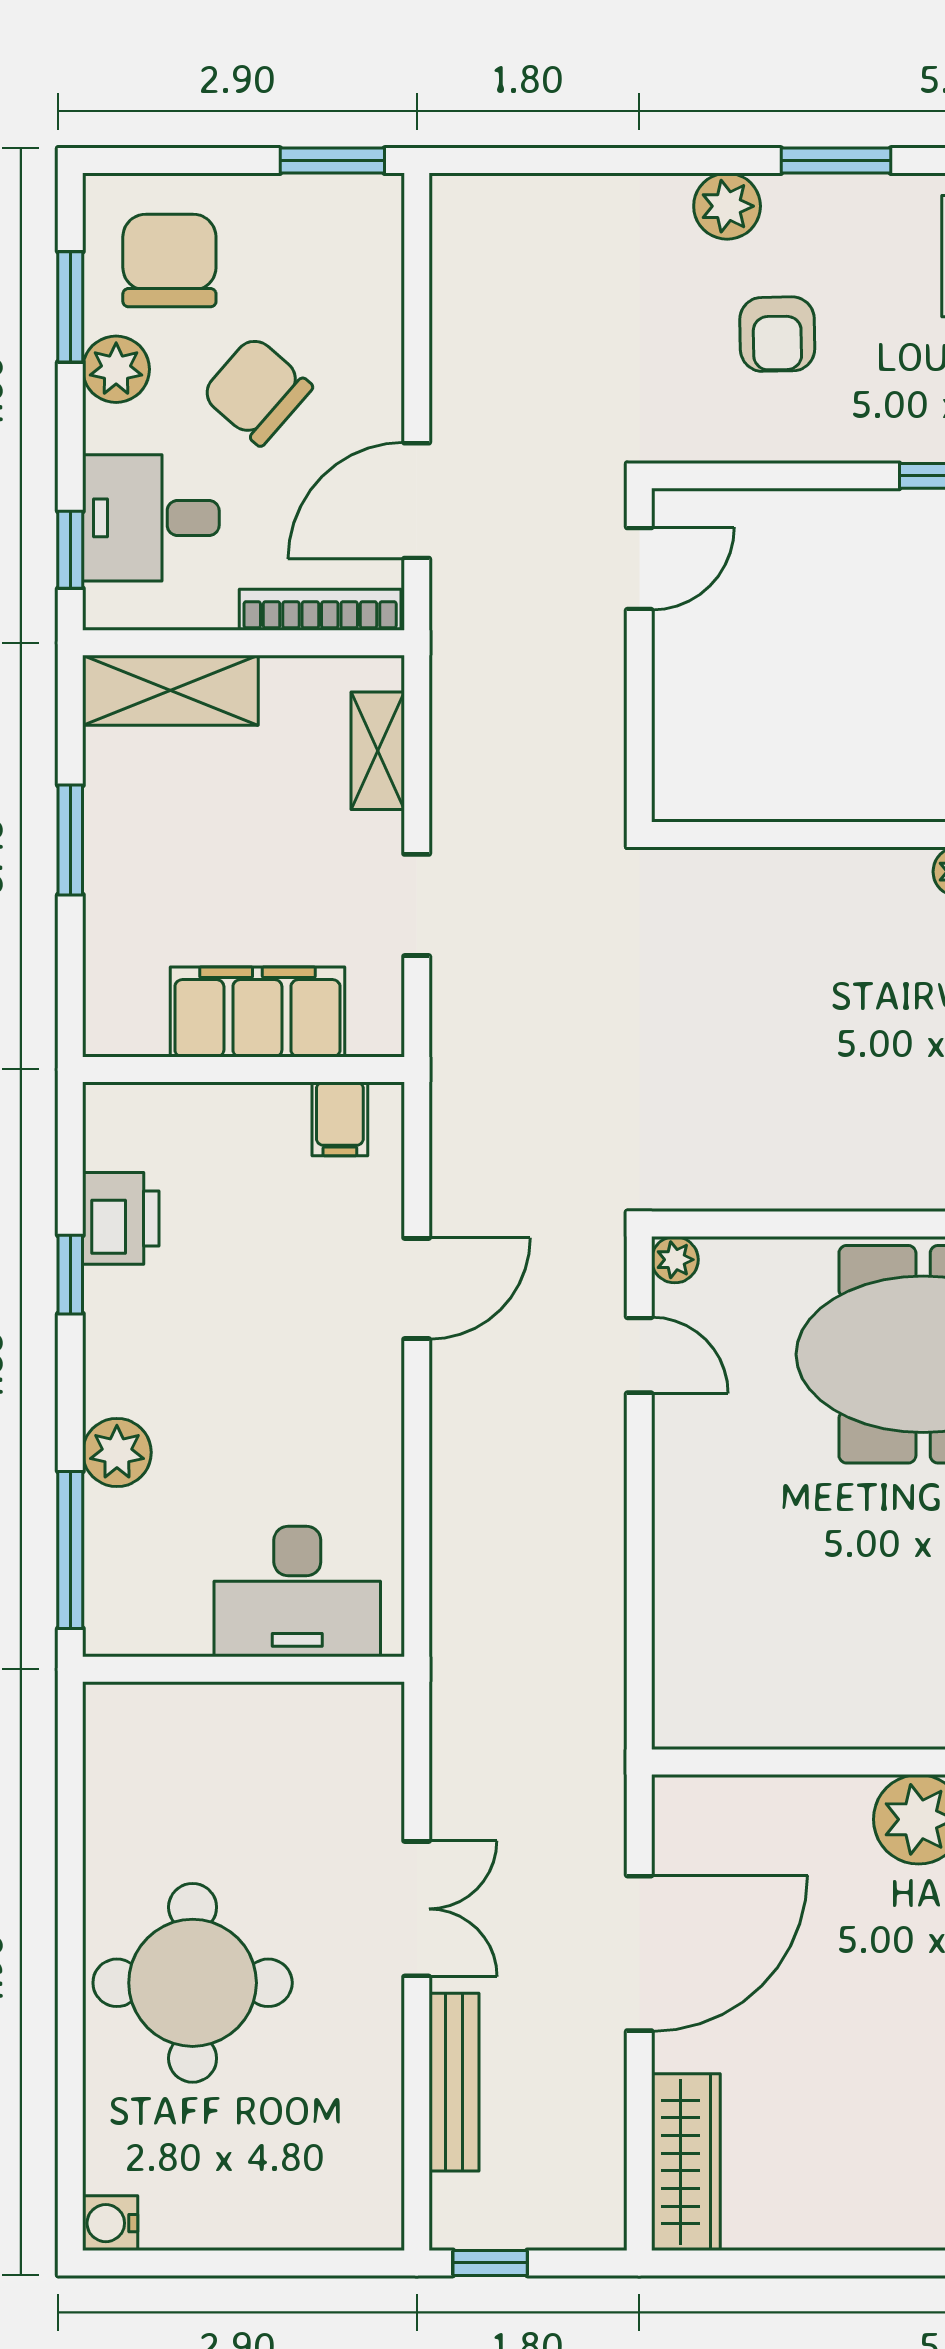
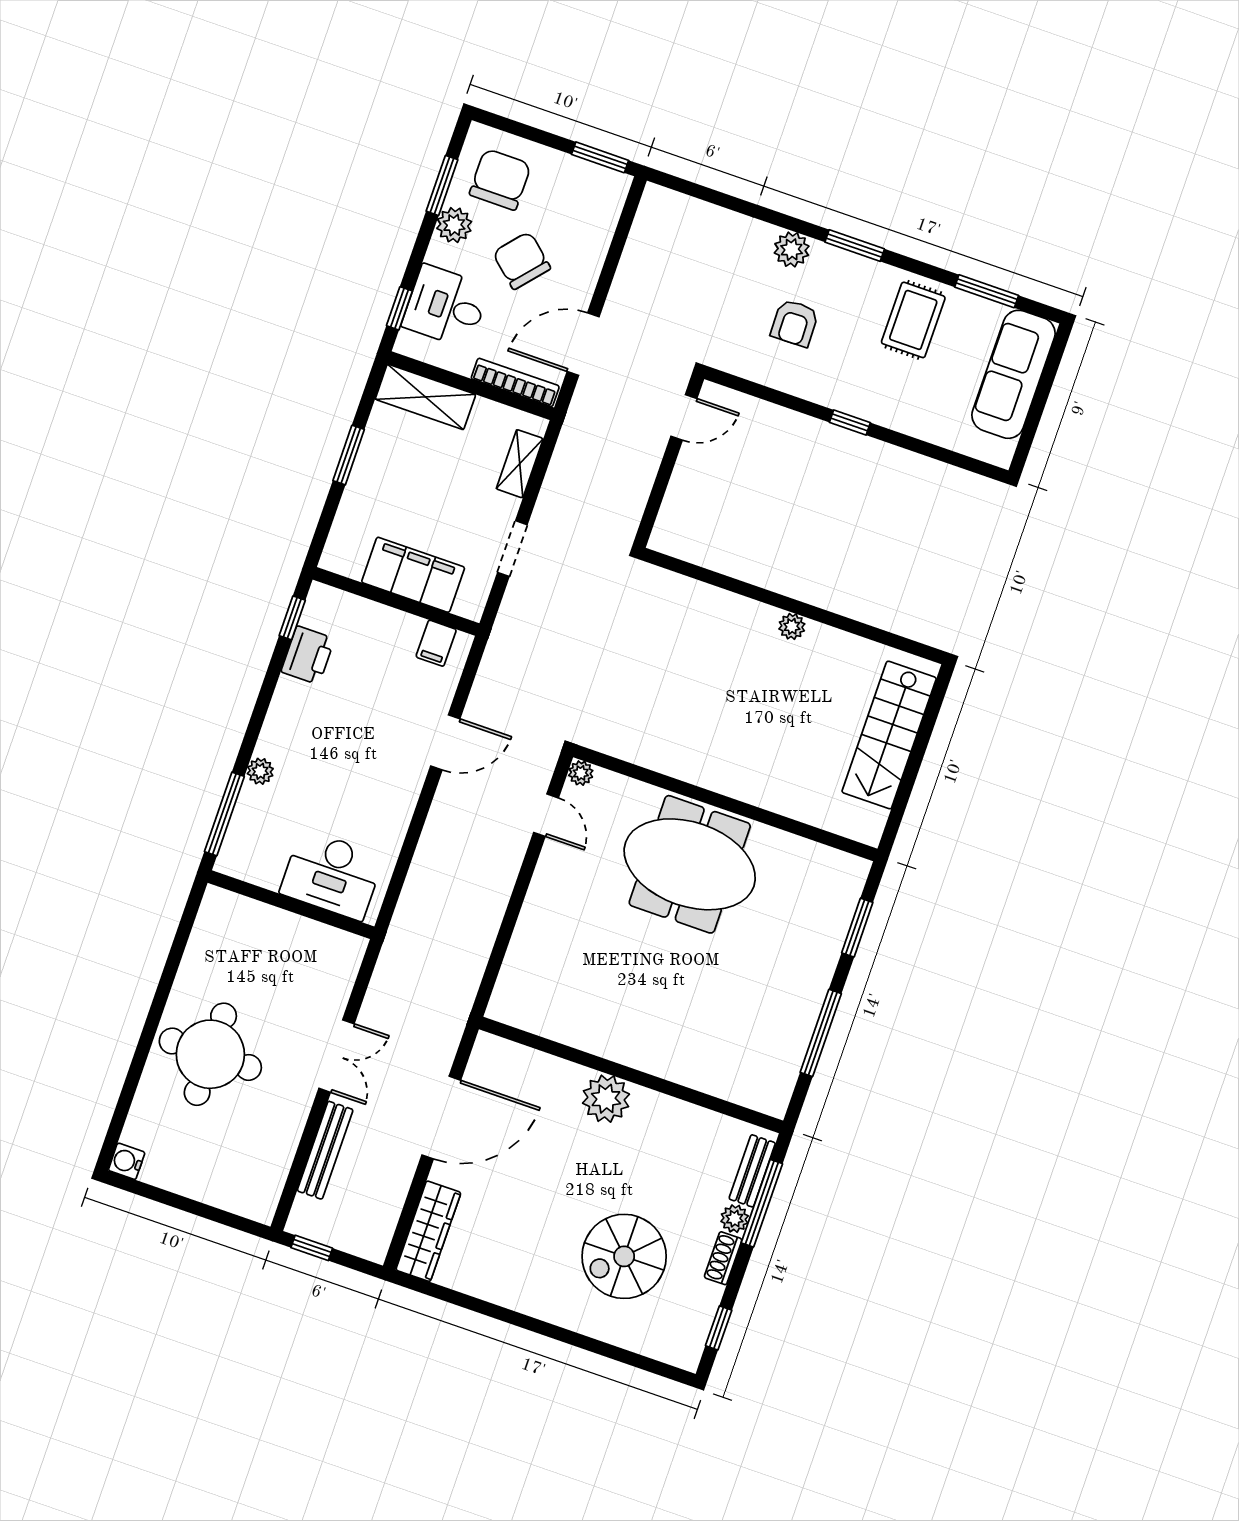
window: (70, 1275) -> (292, 618), moved
plant: (117, 1452) -> (260, 771), width x0.73, depth x0.73

